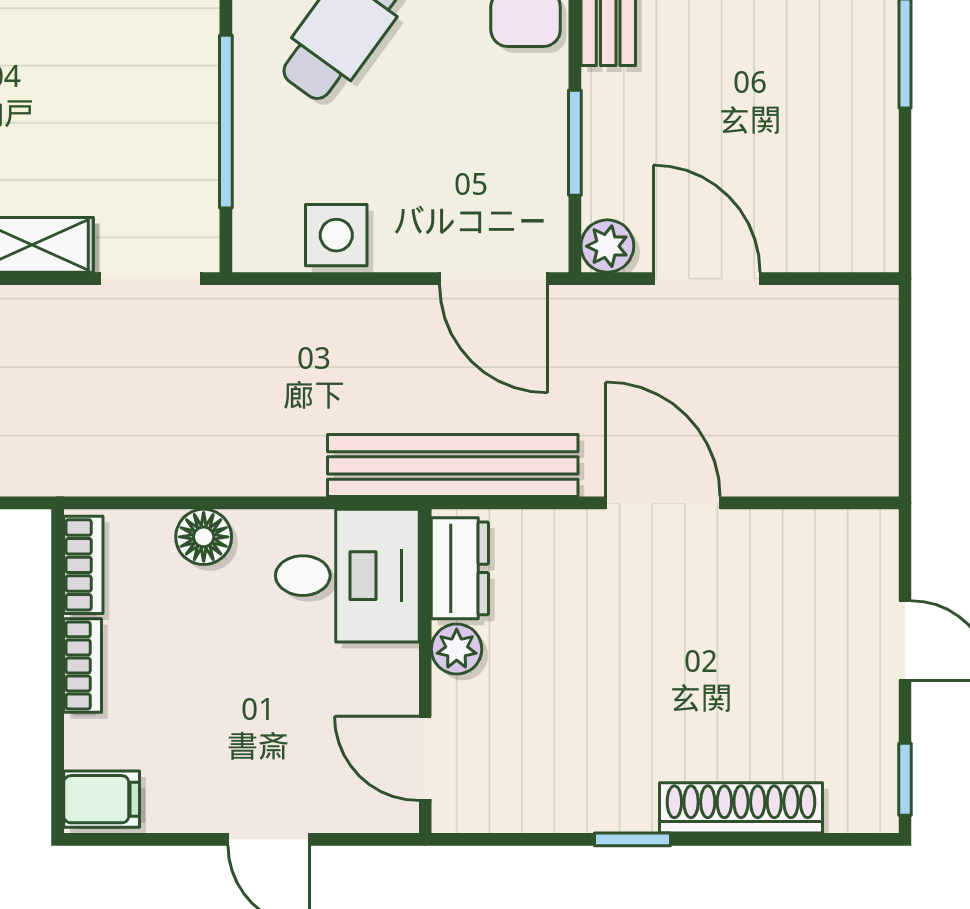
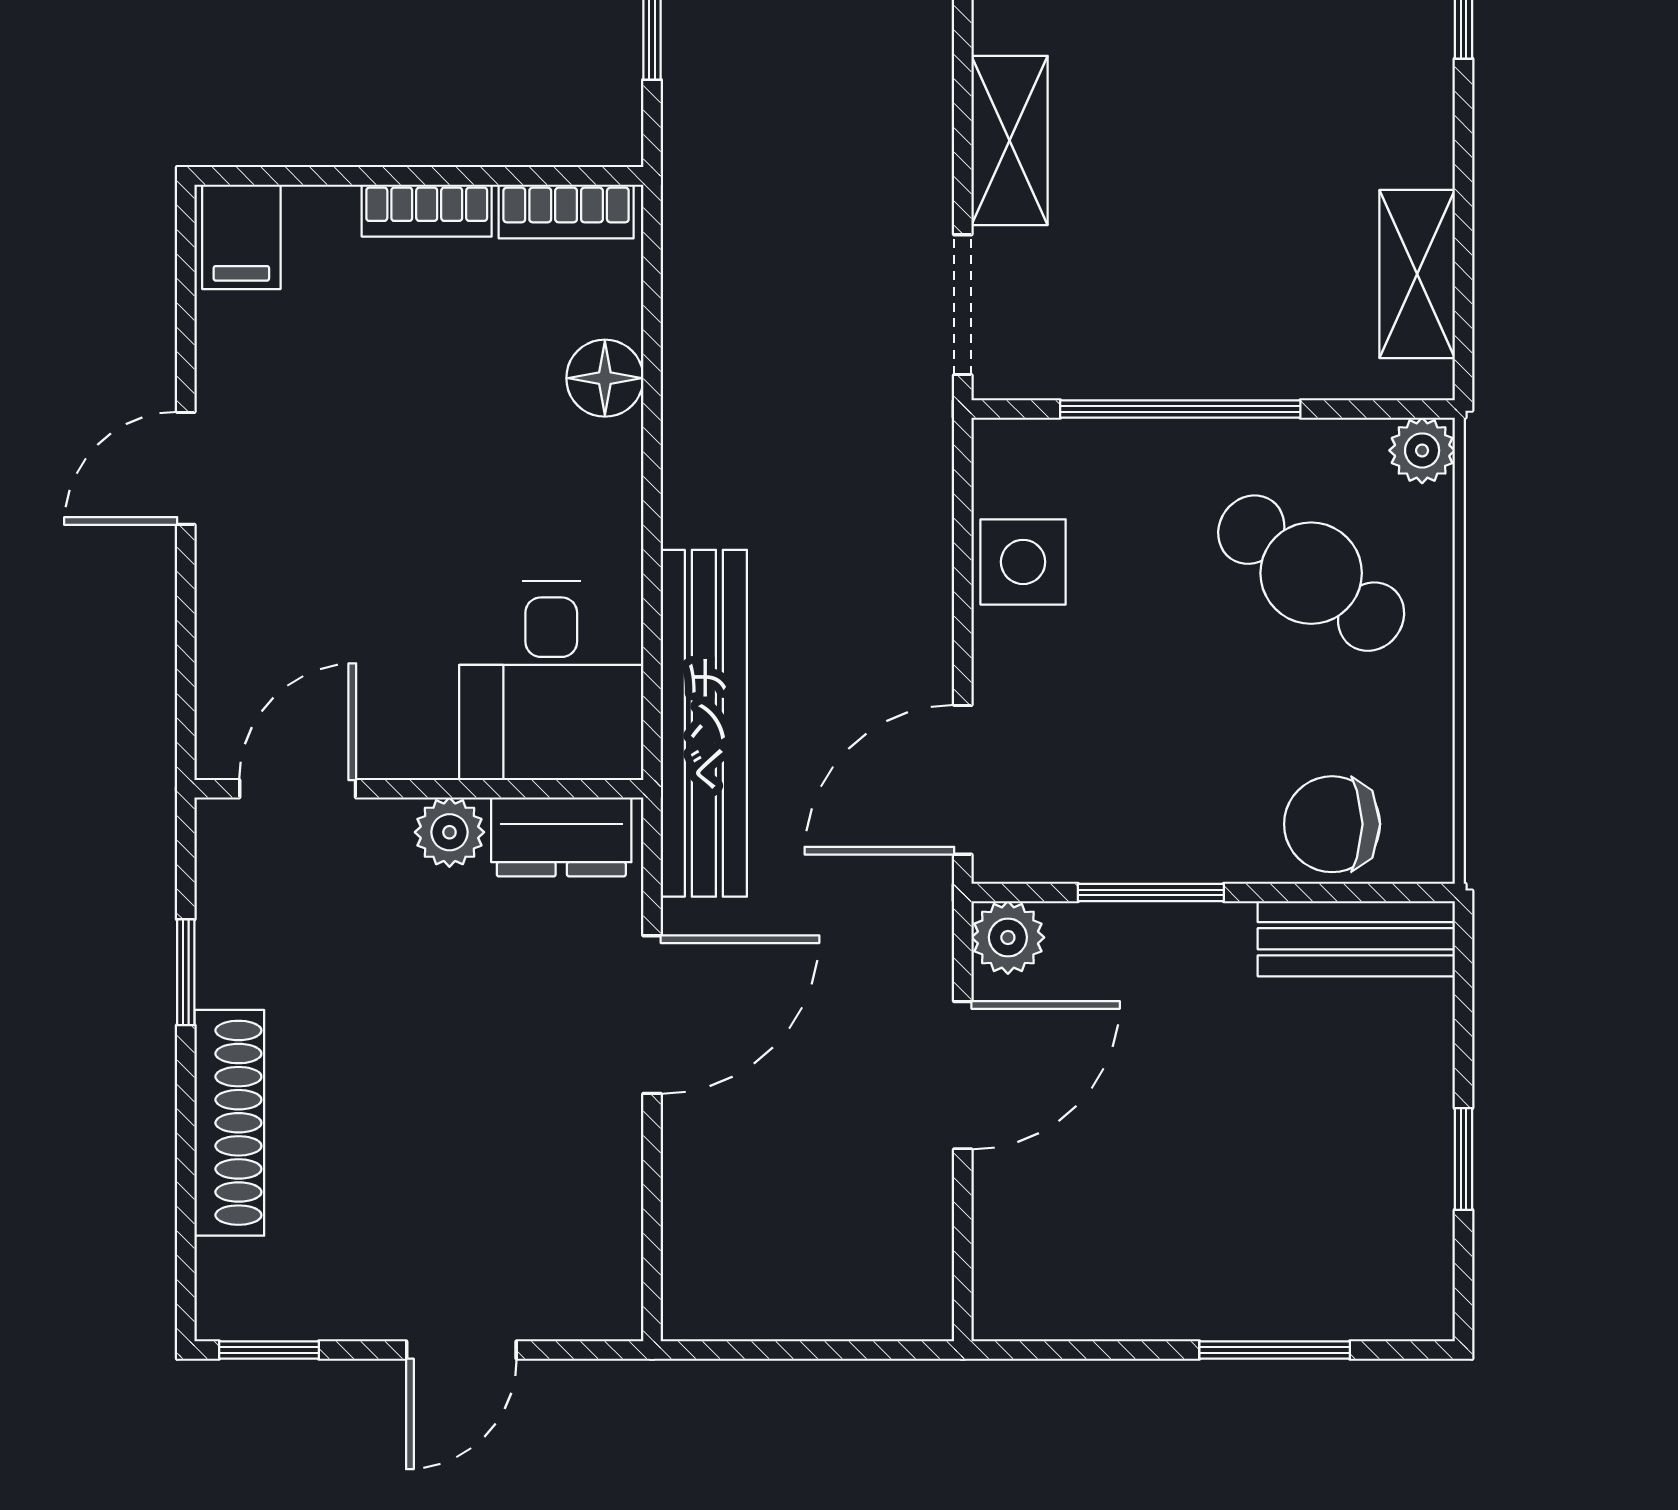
dresser: (460, 568) -> (561, 837), moved
desk: (347, 576) -> (551, 681), moved
plant: (457, 649) -> (449, 832), moved
wall: (425, 671) -> (419, 789), moved
door: (425, 759) -> (298, 789), moved

